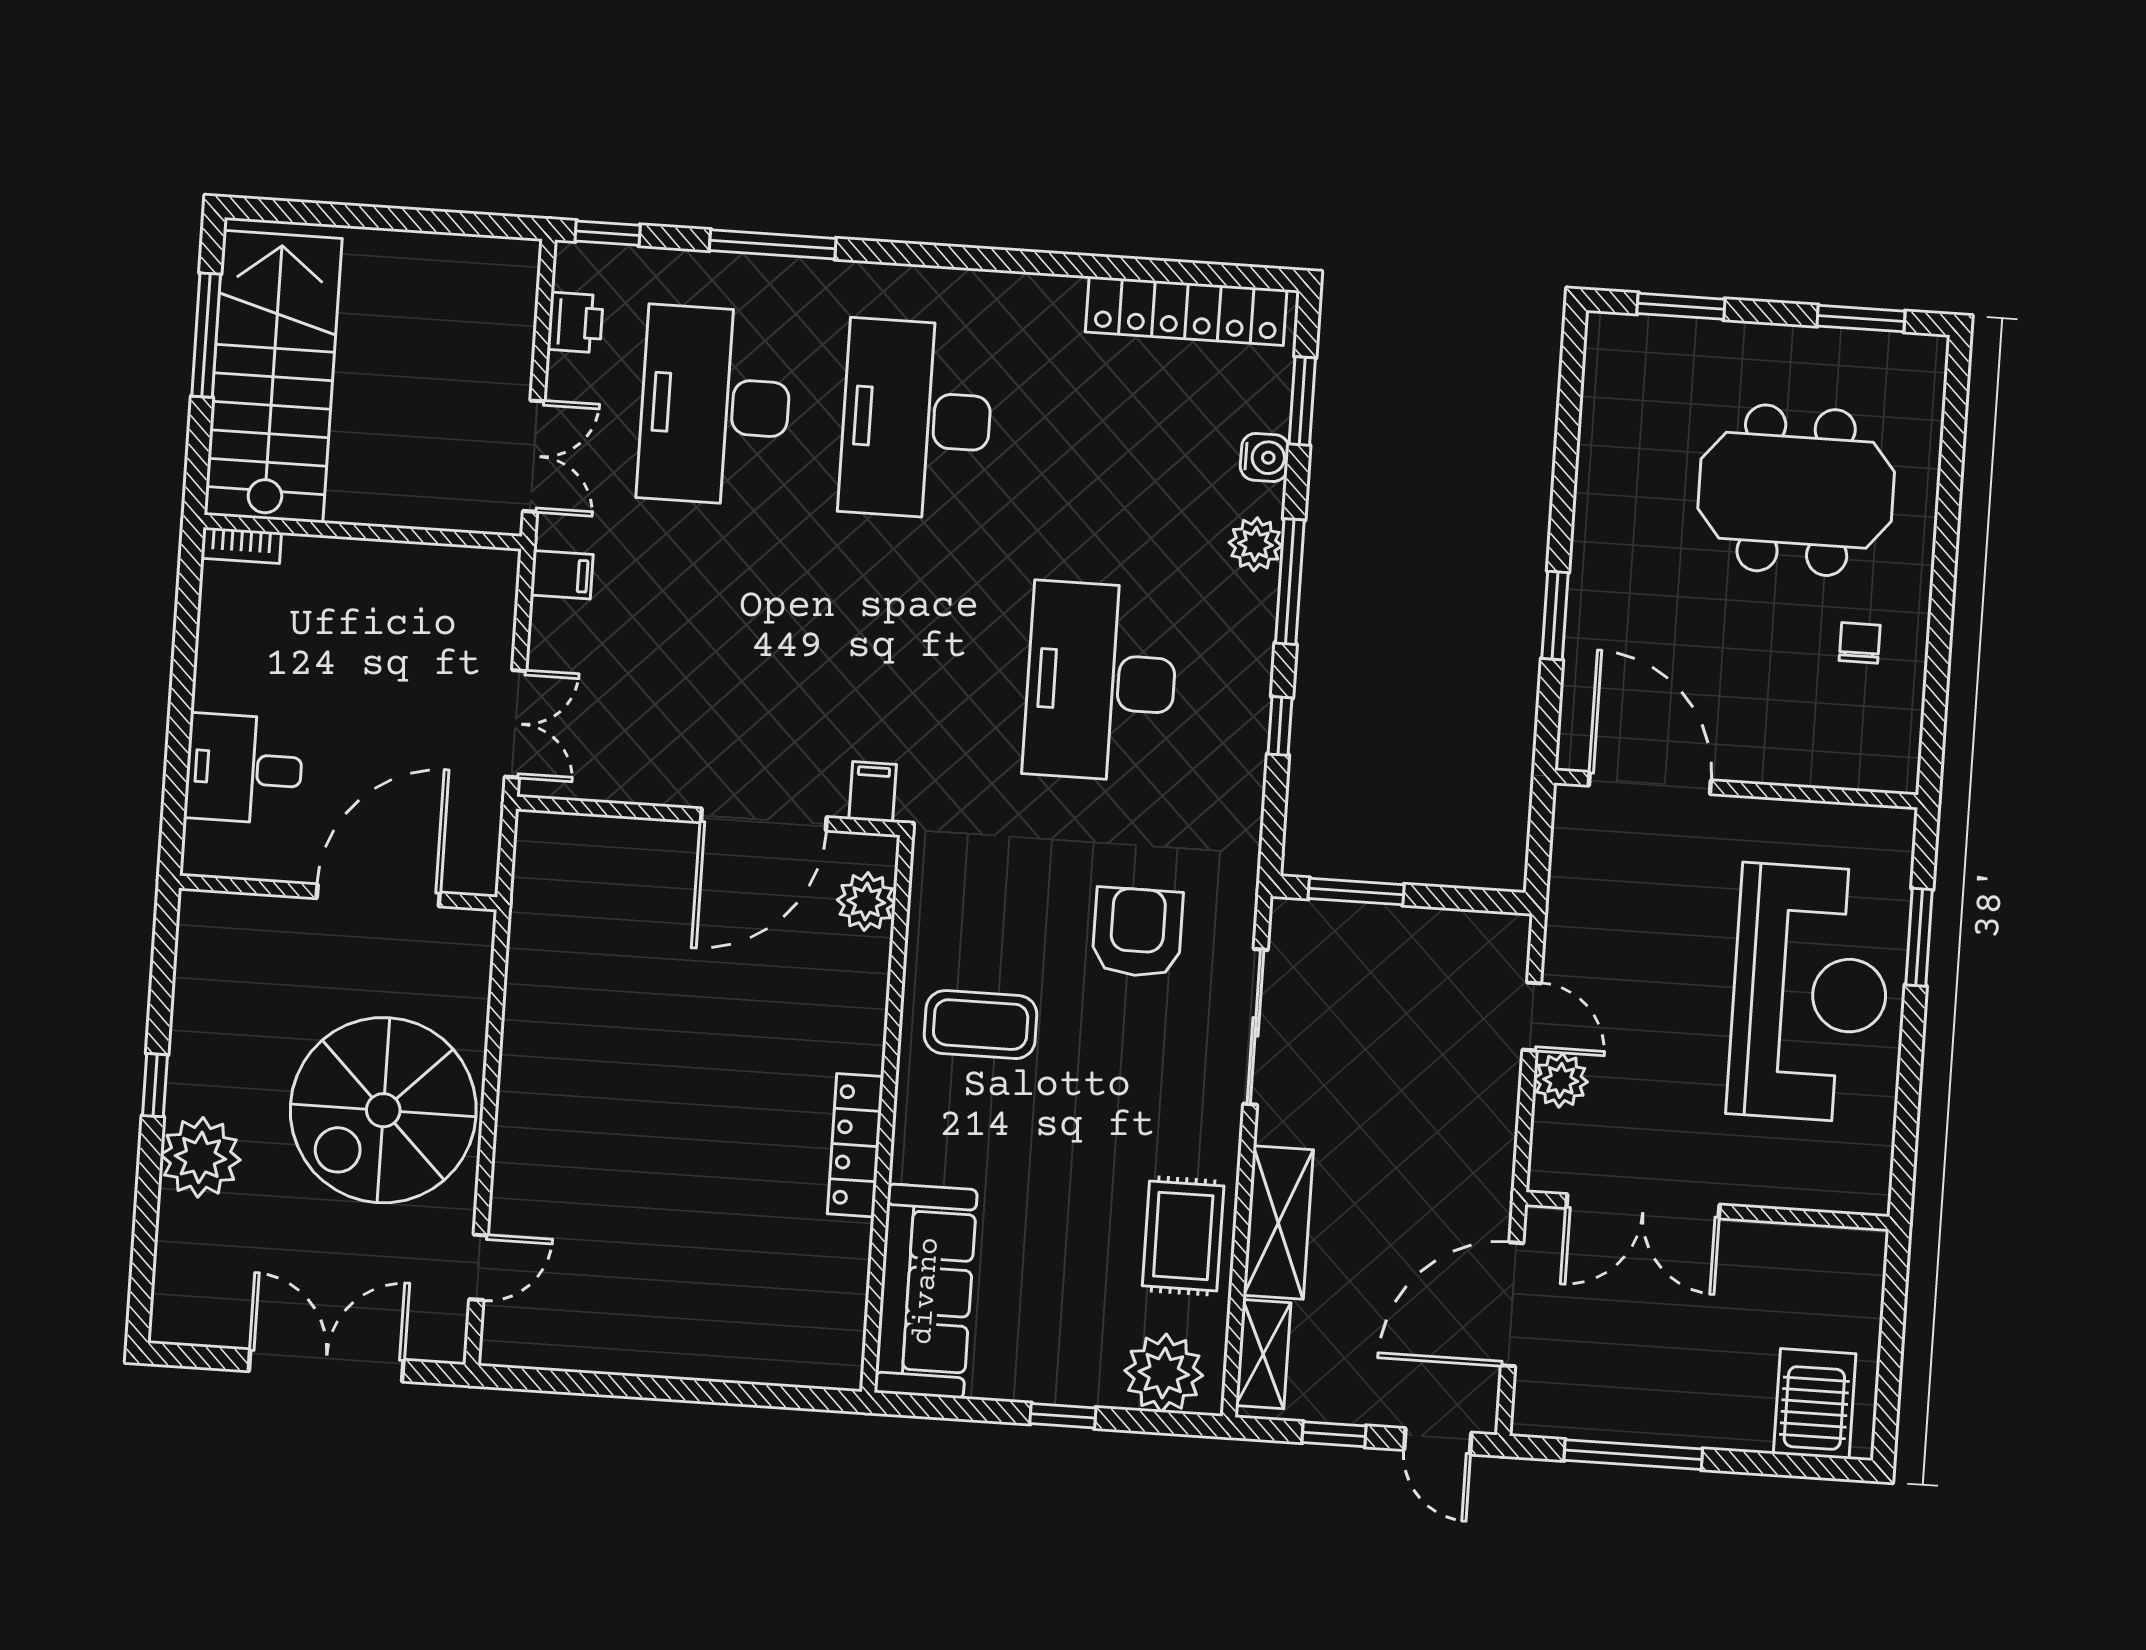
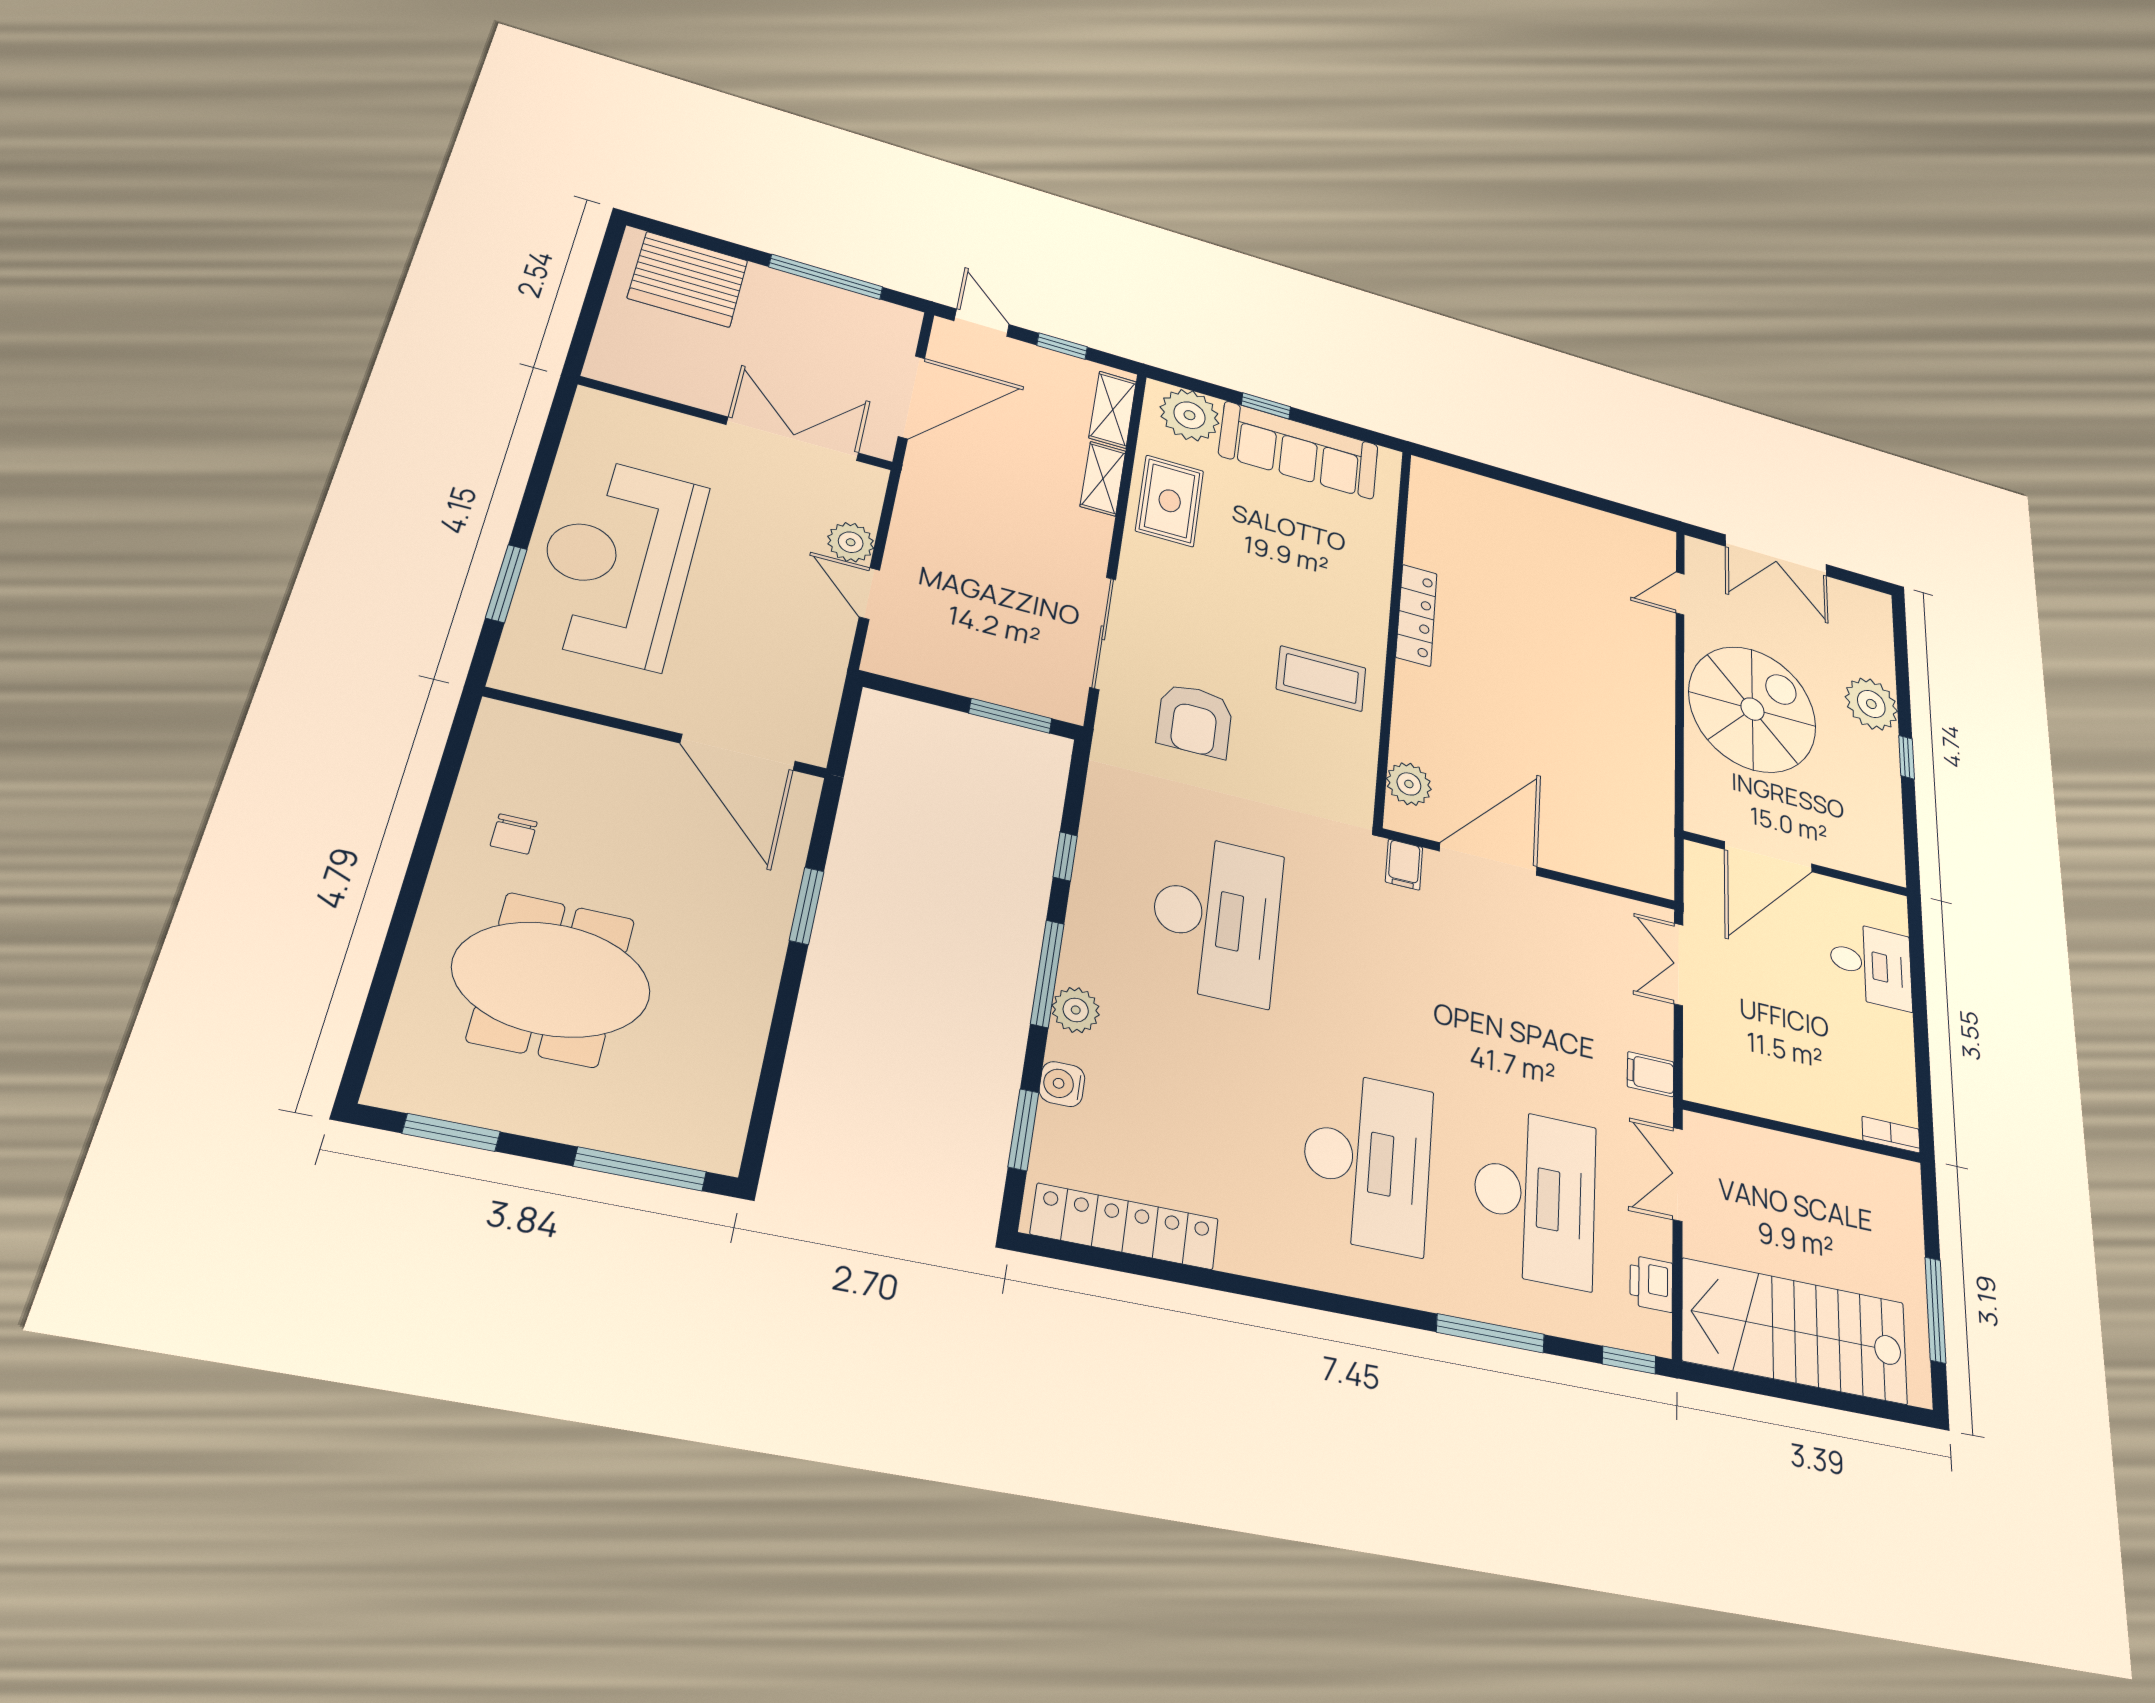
window: (1681, 306) -> (640, 1169), width x1.44
stairs: (273, 377) -> (1795, 1331), moved, turned 90
shelving: (1278, 1222) -> (1103, 479), width x0.67, depth x0.75
sofa: (926, 1291) -> (1299, 450), moved, turned -90
server rack: (1815, 1404) -> (688, 279), width x1.60

